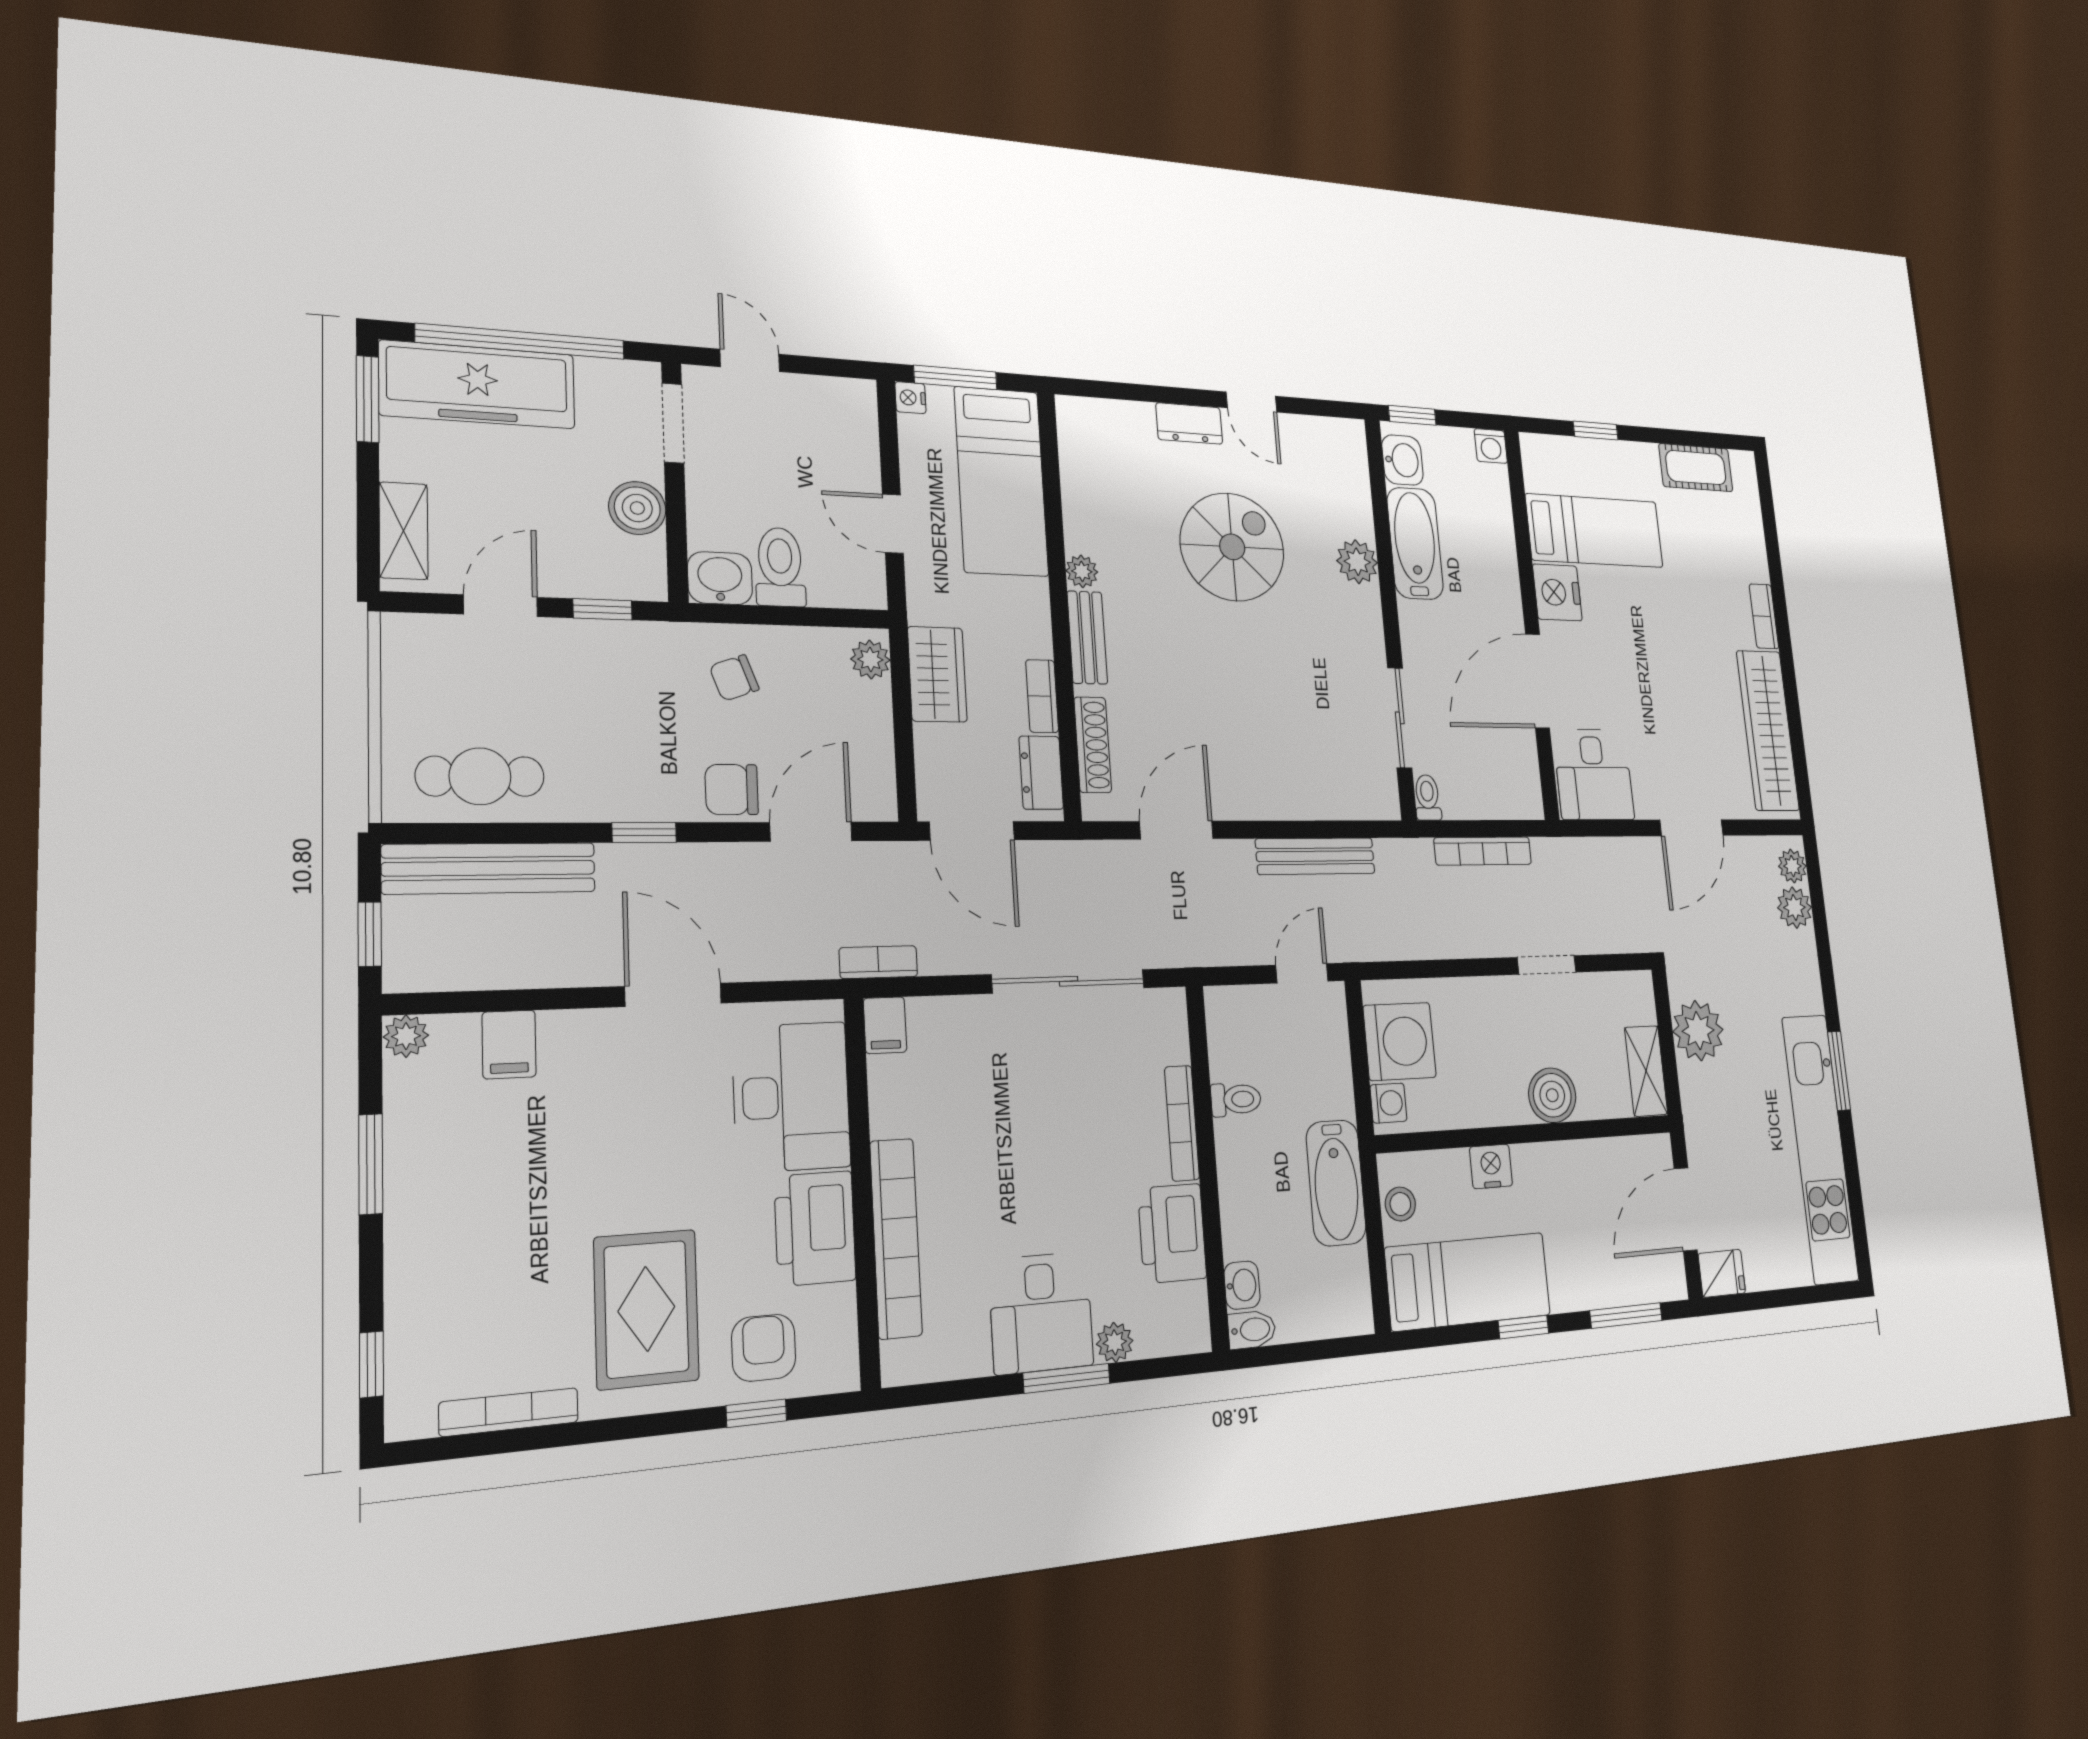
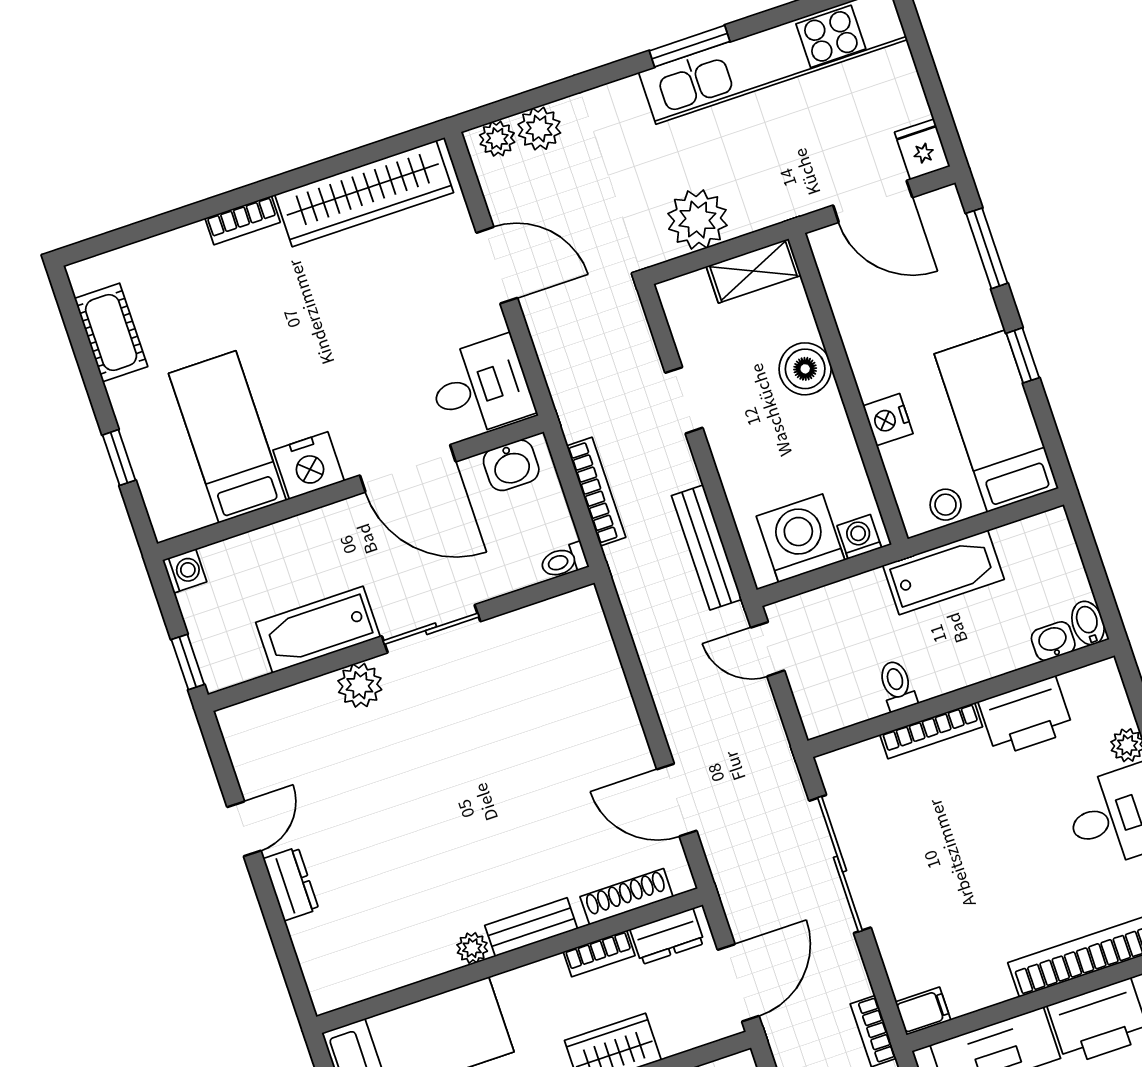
washbasin: (1402, 460) -> (511, 465), moved, turned 180
spiral stairs: (1232, 547) -> (394, 813), removed
sliding door: (1400, 718) -> (431, 629), moved
bench: (1315, 856) -> (707, 547), moved

